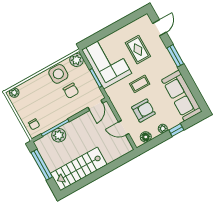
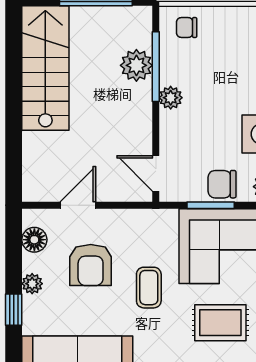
chair: (71, 91) -> (222, 184), moved
plant: (64, 116) -> (171, 98), added

